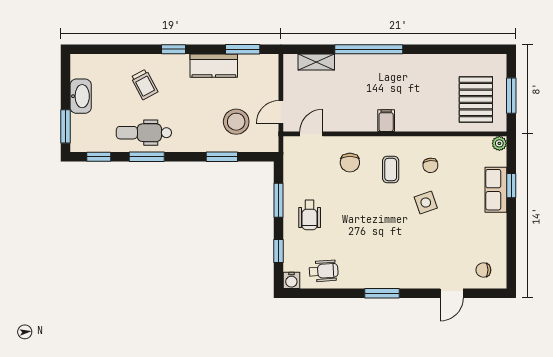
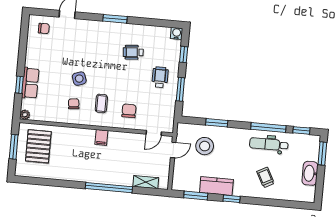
window: (173, 49) -> (232, 199), moved
dental chair: (144, 133) -> (269, 144), turned 180
window: (147, 157) -> (268, 127), width x1.44
wheelchair: (324, 271) -> (133, 52), moved

